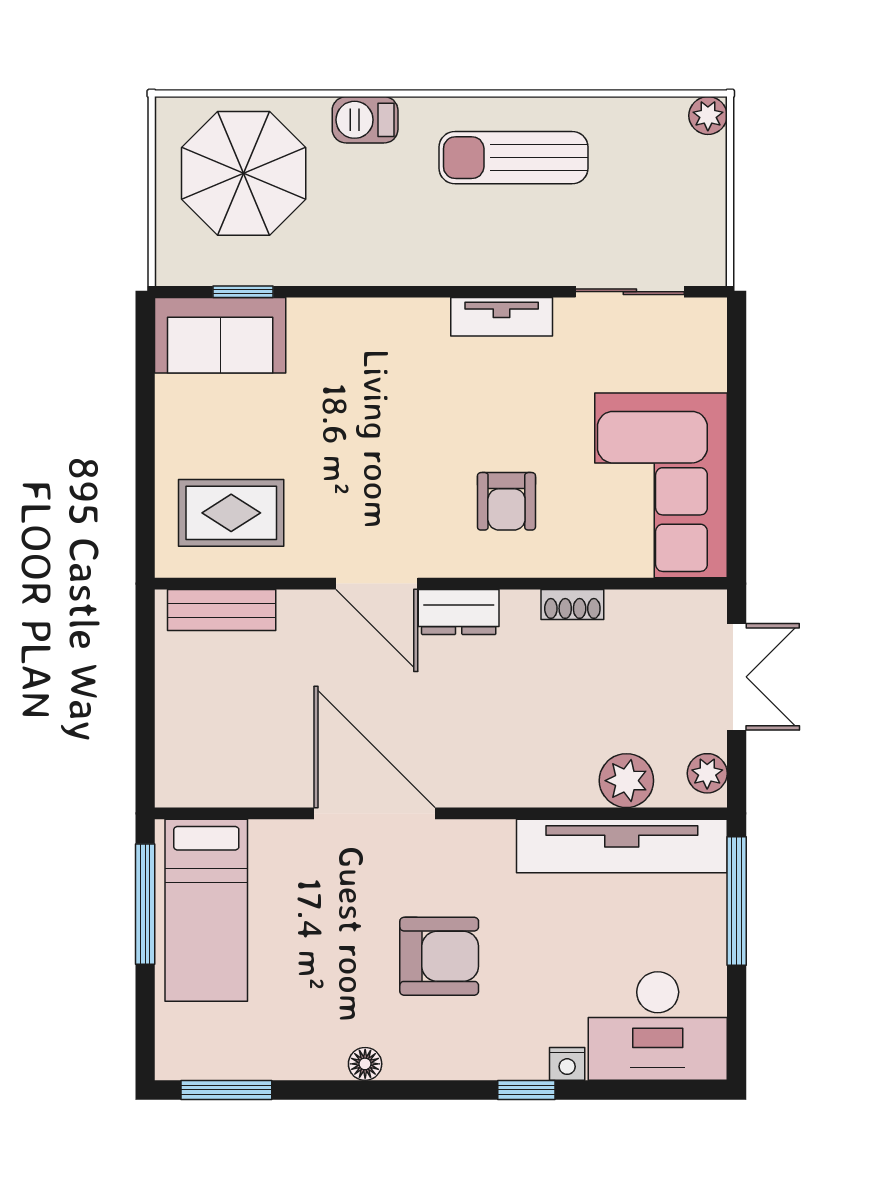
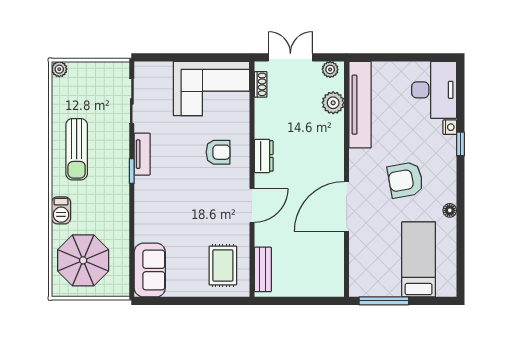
window: (243, 292) -> (132, 171), moved
shoe rack: (572, 605) -> (261, 84), moved
dresser: (459, 612) -> (264, 156), moved
window: (737, 901) -> (383, 57), removed
bed: (206, 910) -> (419, 259), moved, turned -90
armchair: (439, 956) -> (405, 180), turned -100
window: (226, 1090) -> (460, 267), removed

